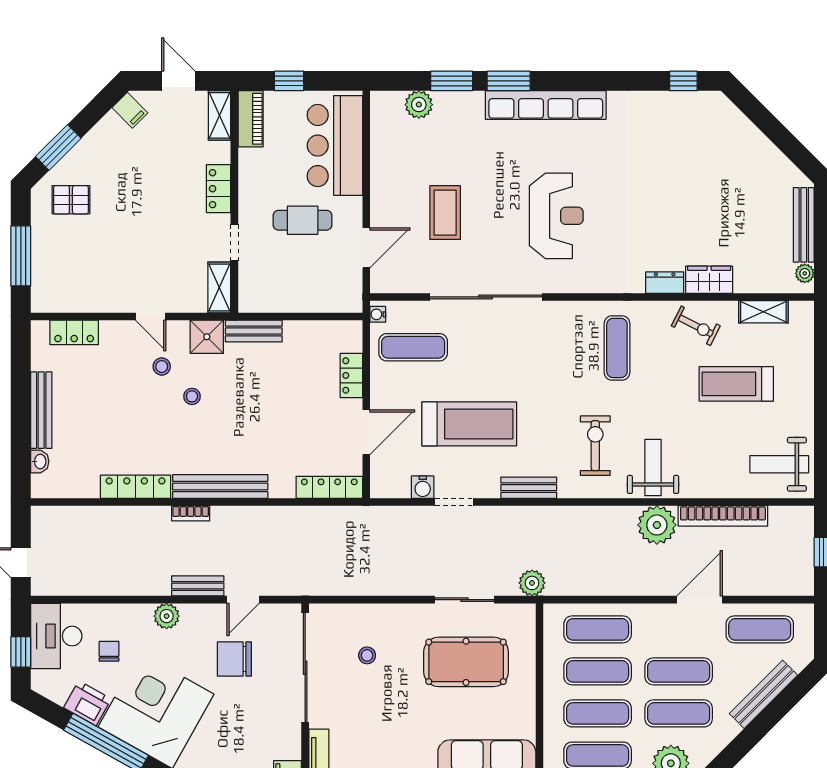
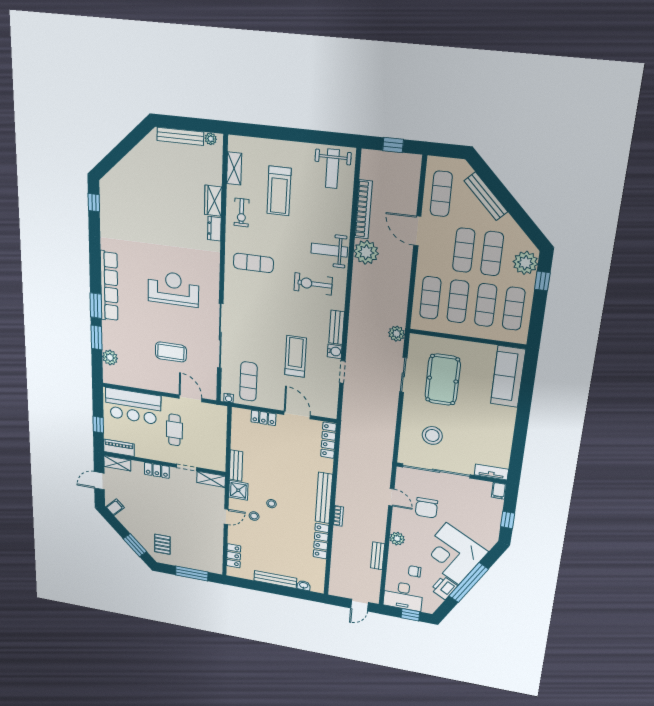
exercise bike: (696, 326) -> (242, 212), turned 153
treadmill: (469, 424) -> (296, 356), width x0.73, depth x0.73
water cooler: (423, 487) -> (335, 351), moved
bench: (198, 586) -> (378, 556), moved
stool: (367, 655) -> (432, 435), width x1.89, depth x1.89

